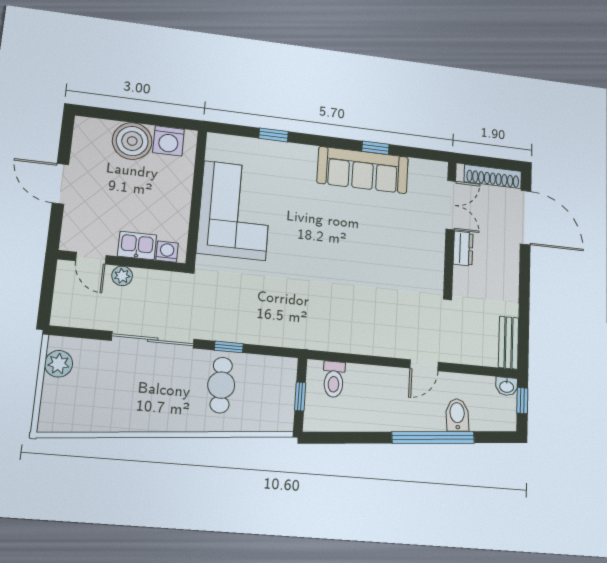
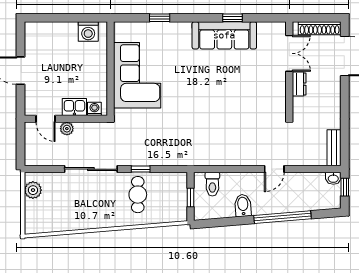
boiler: (132, 141) -> (64, 35), removed
bidet: (457, 415) -> (243, 205), moved

